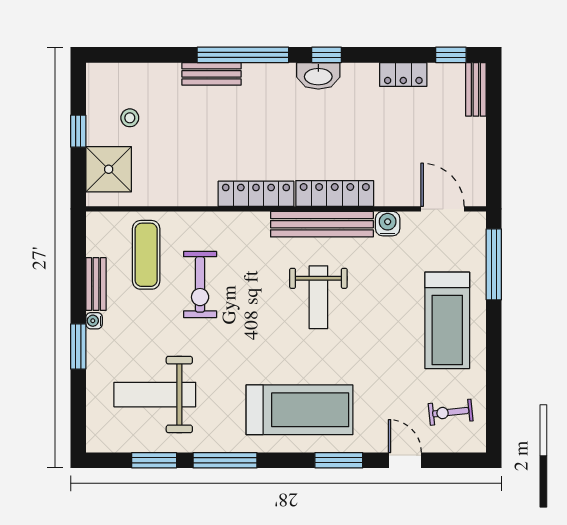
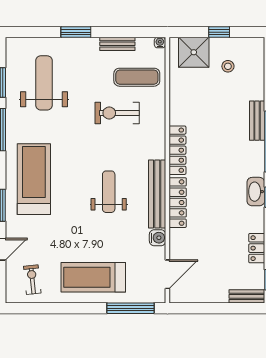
weight bench: (318, 297) -> (109, 192), turned 90
water cooler: (94, 321) -> (160, 43), moved
treadmill: (299, 410) -> (34, 179), turned 180

